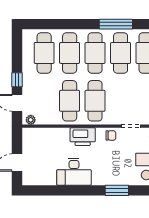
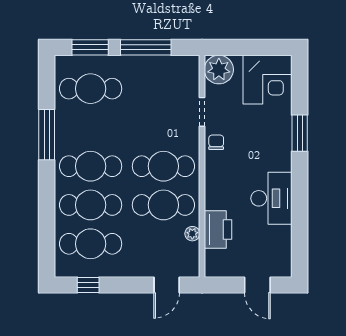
cafe table: (121, 53) -> (91, 127), removed
window: (17, 80) -> (88, 285), moved
plant: (31, 120) -> (192, 234), moved
printer: (83, 137) -> (218, 229), moved

